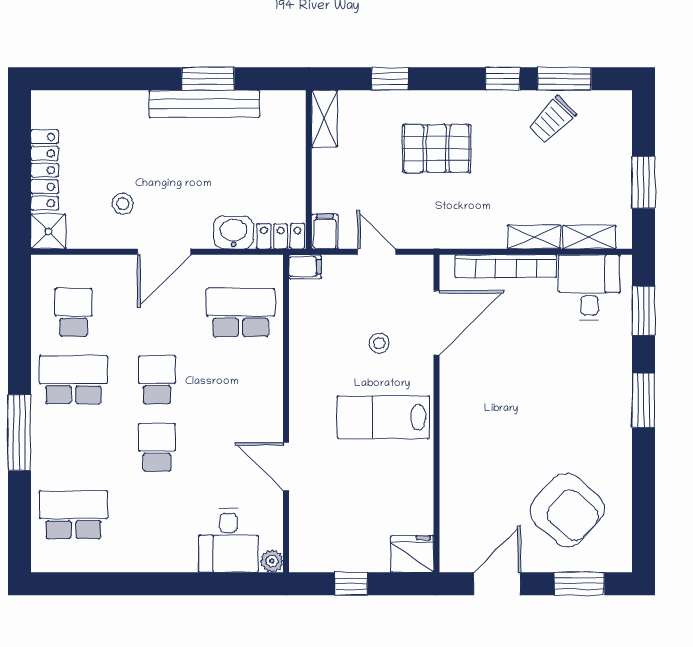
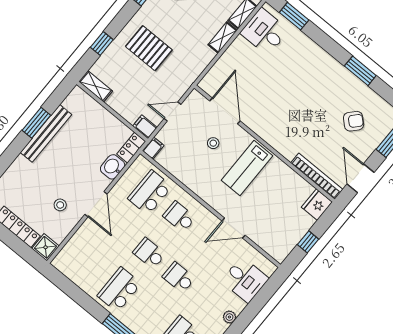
pallet: (436, 148) -> (149, 48), turned 90
bookcase: (506, 266) -> (317, 176), moved, turned -90
school desk: (73, 312) -> (179, 217), moved
window: (644, 400) -> (360, 71), moved
armchair: (567, 510) -> (354, 121), width x0.53, depth x0.53
plant: (272, 561) -> (229, 317), moved

